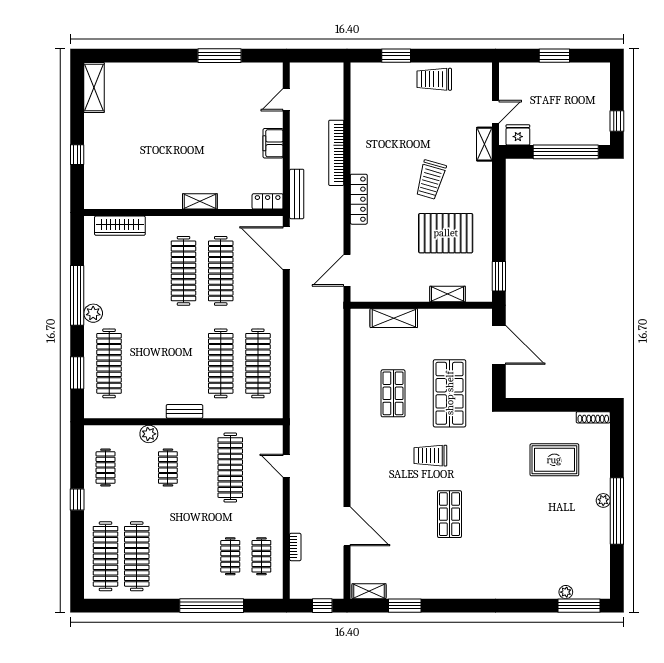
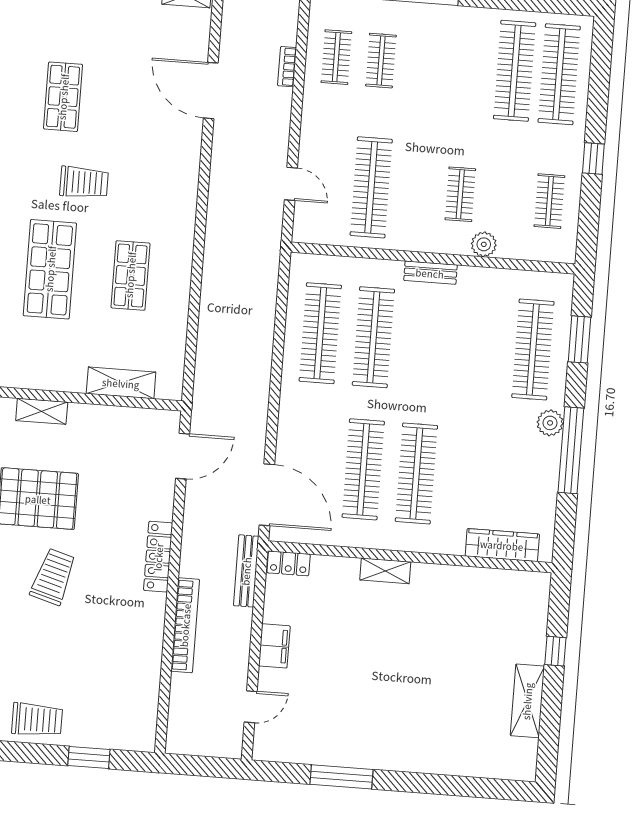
shelving: (94, 88) -> (527, 701), moved

